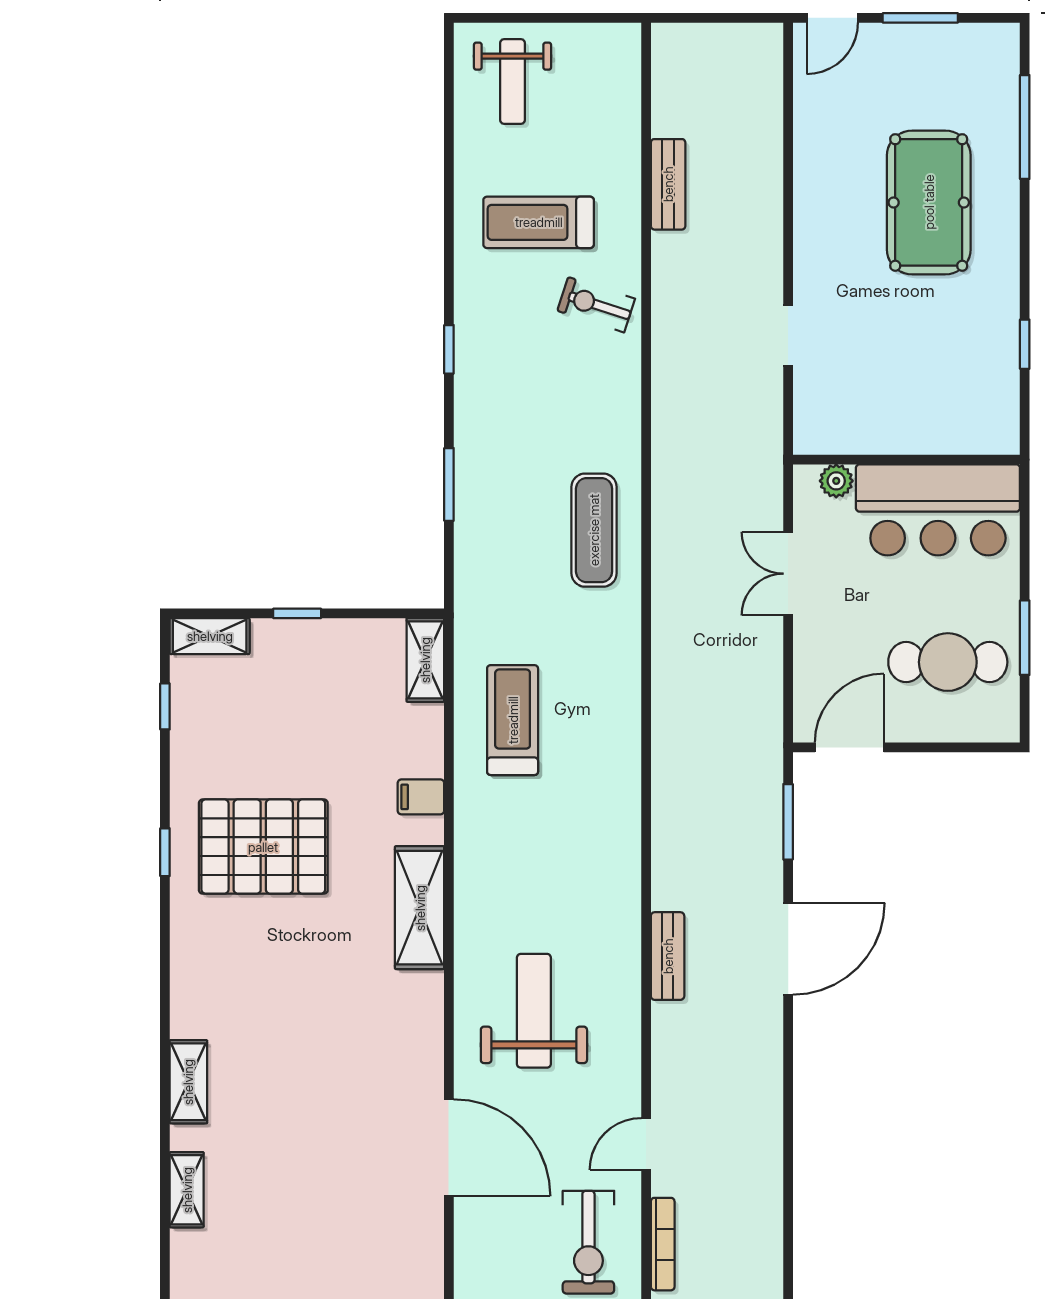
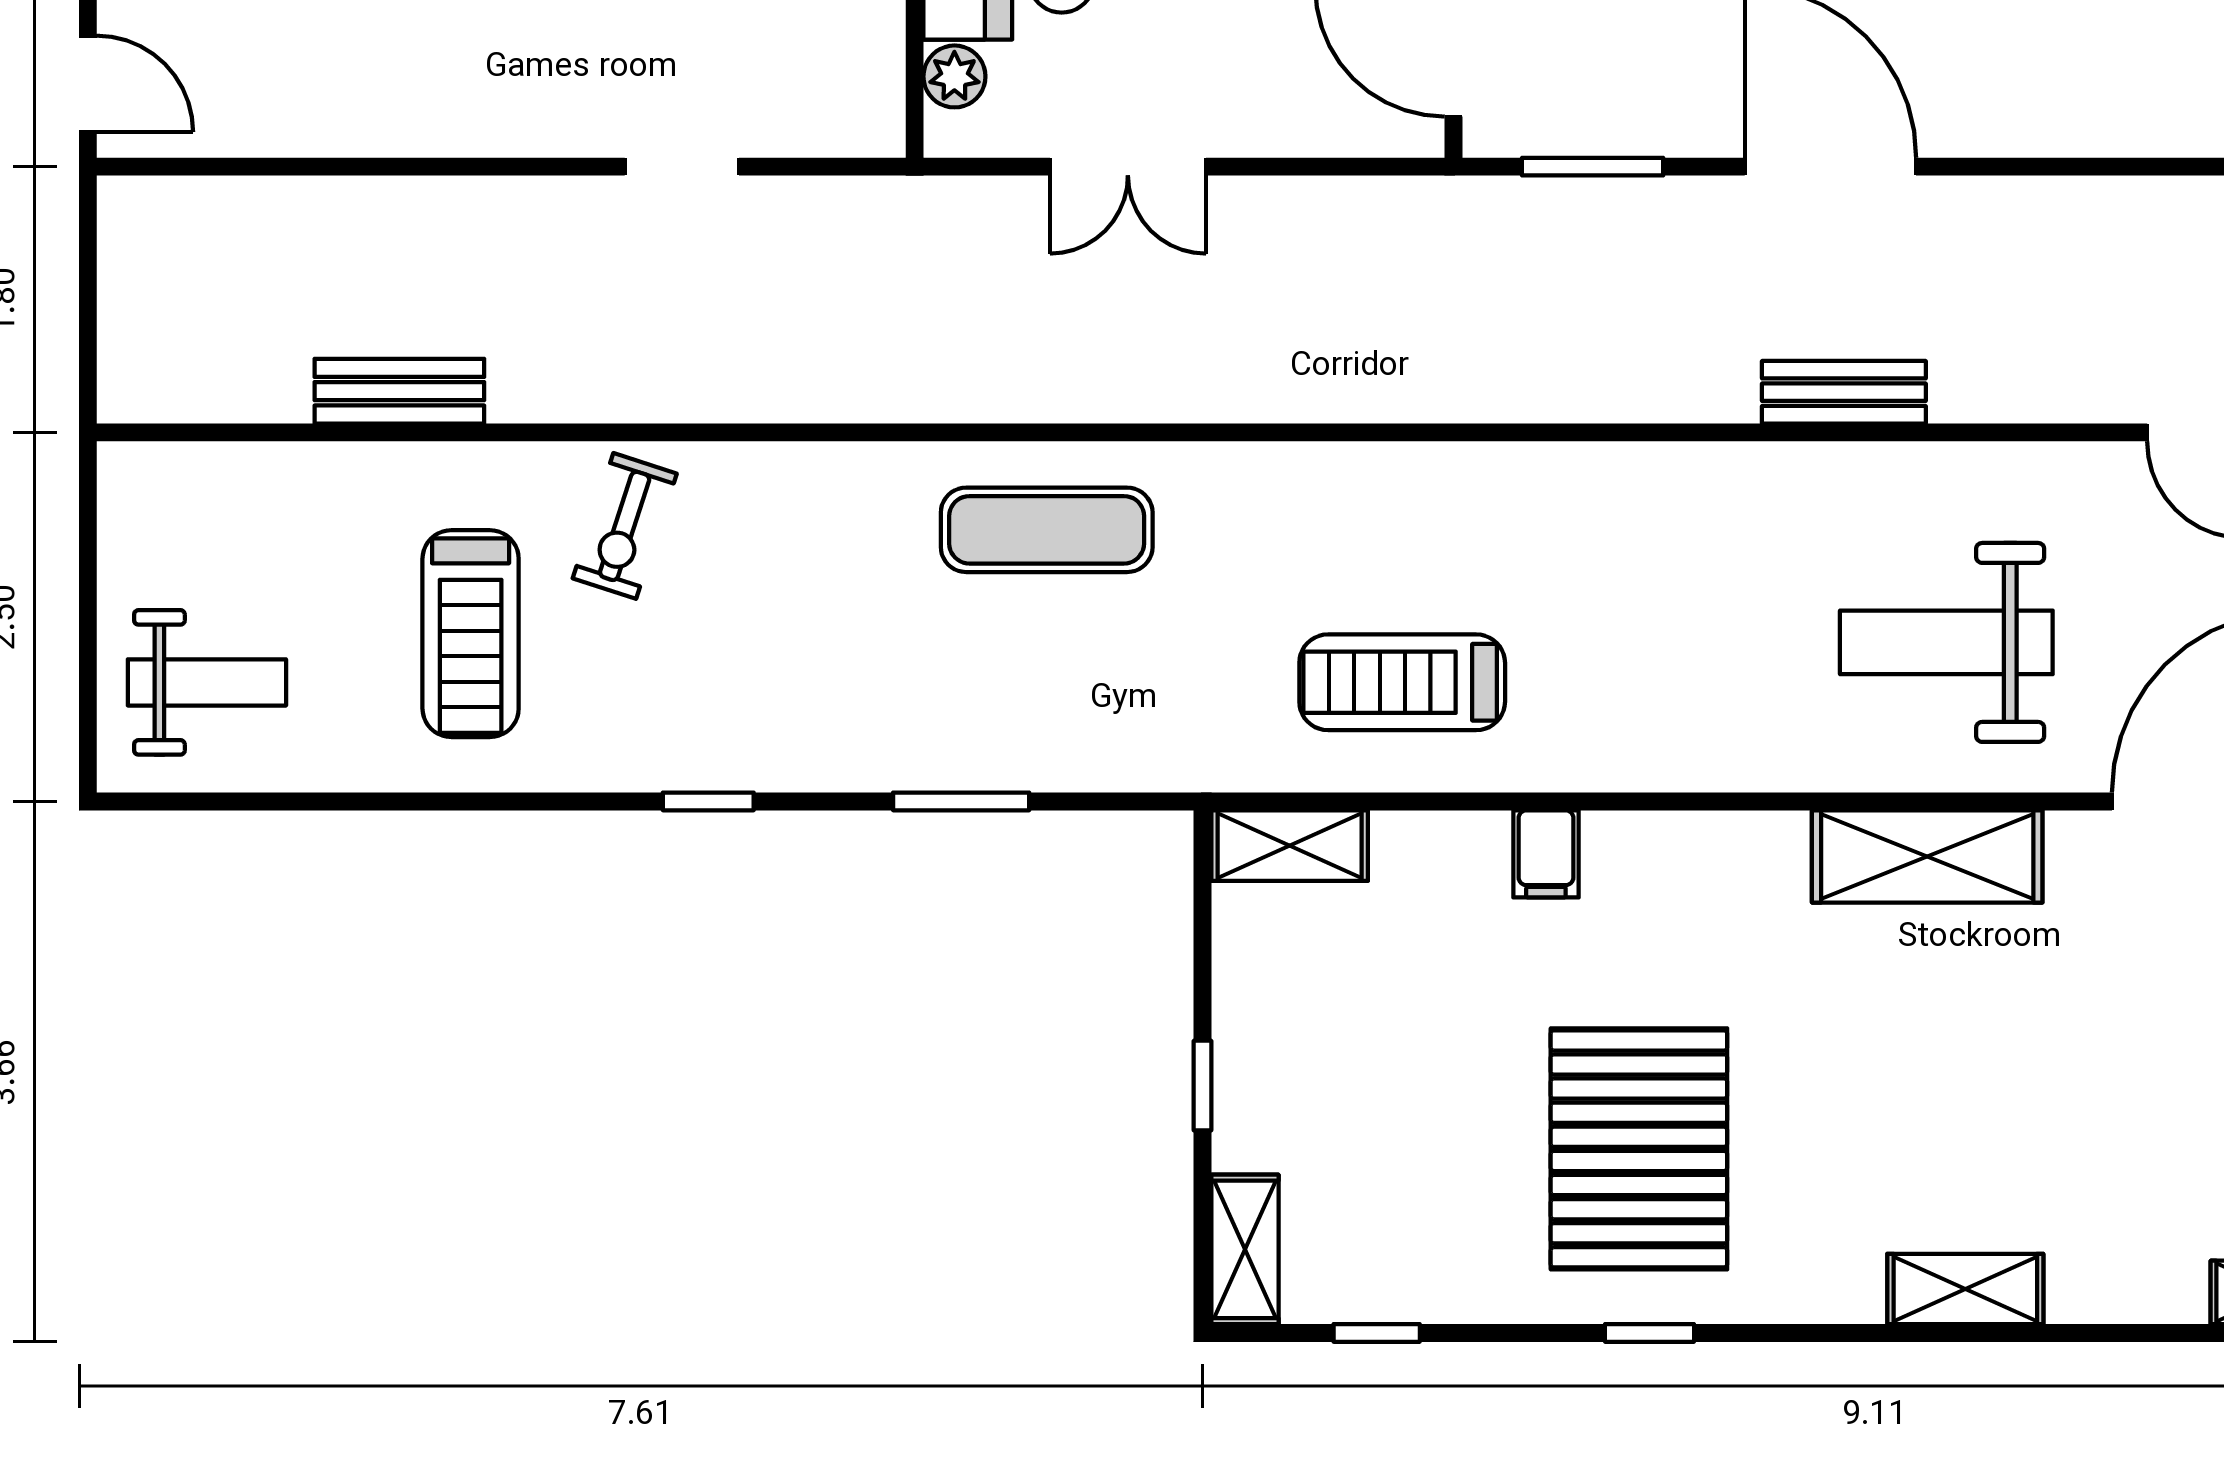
shelving: (420, 908) -> (1927, 856), moved
shelving: (188, 1082) -> (1965, 1289), moved

